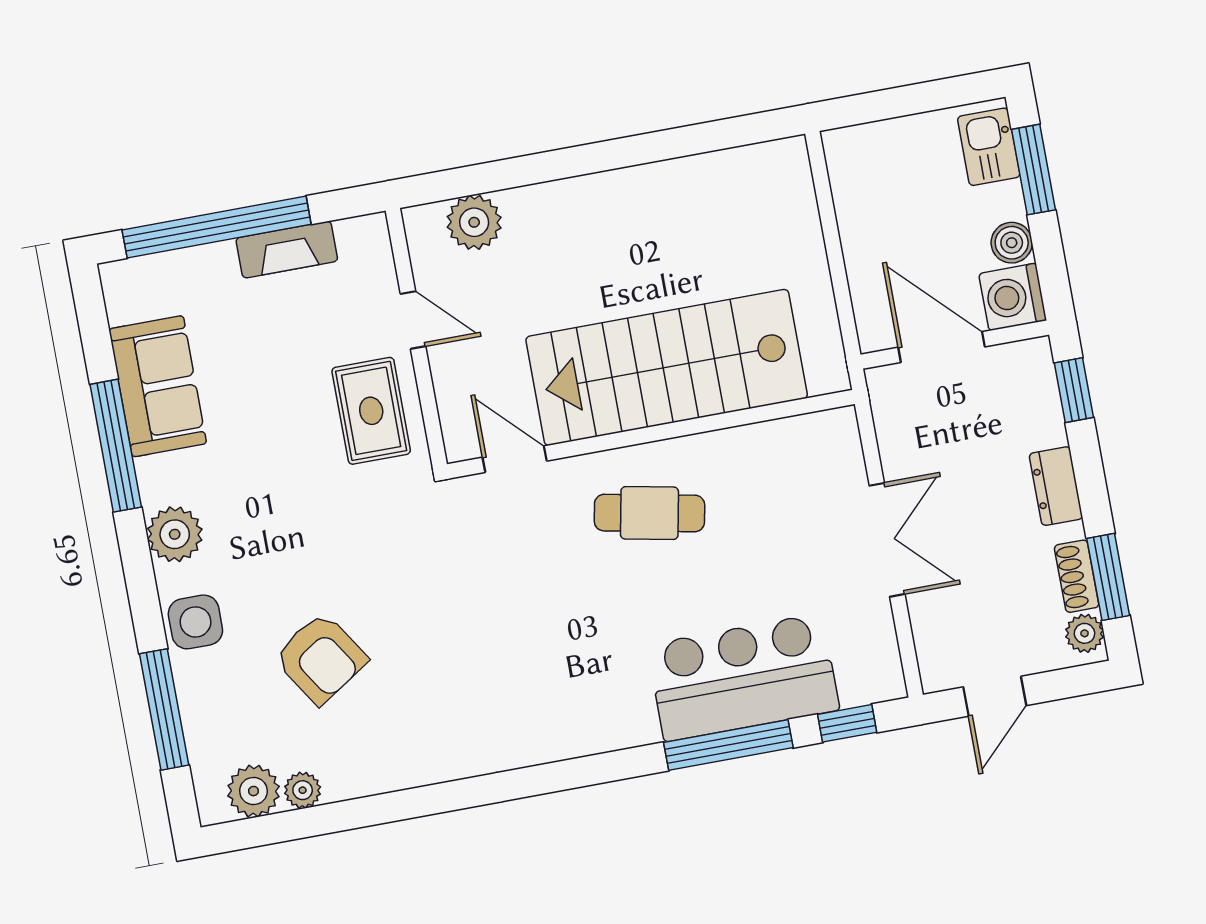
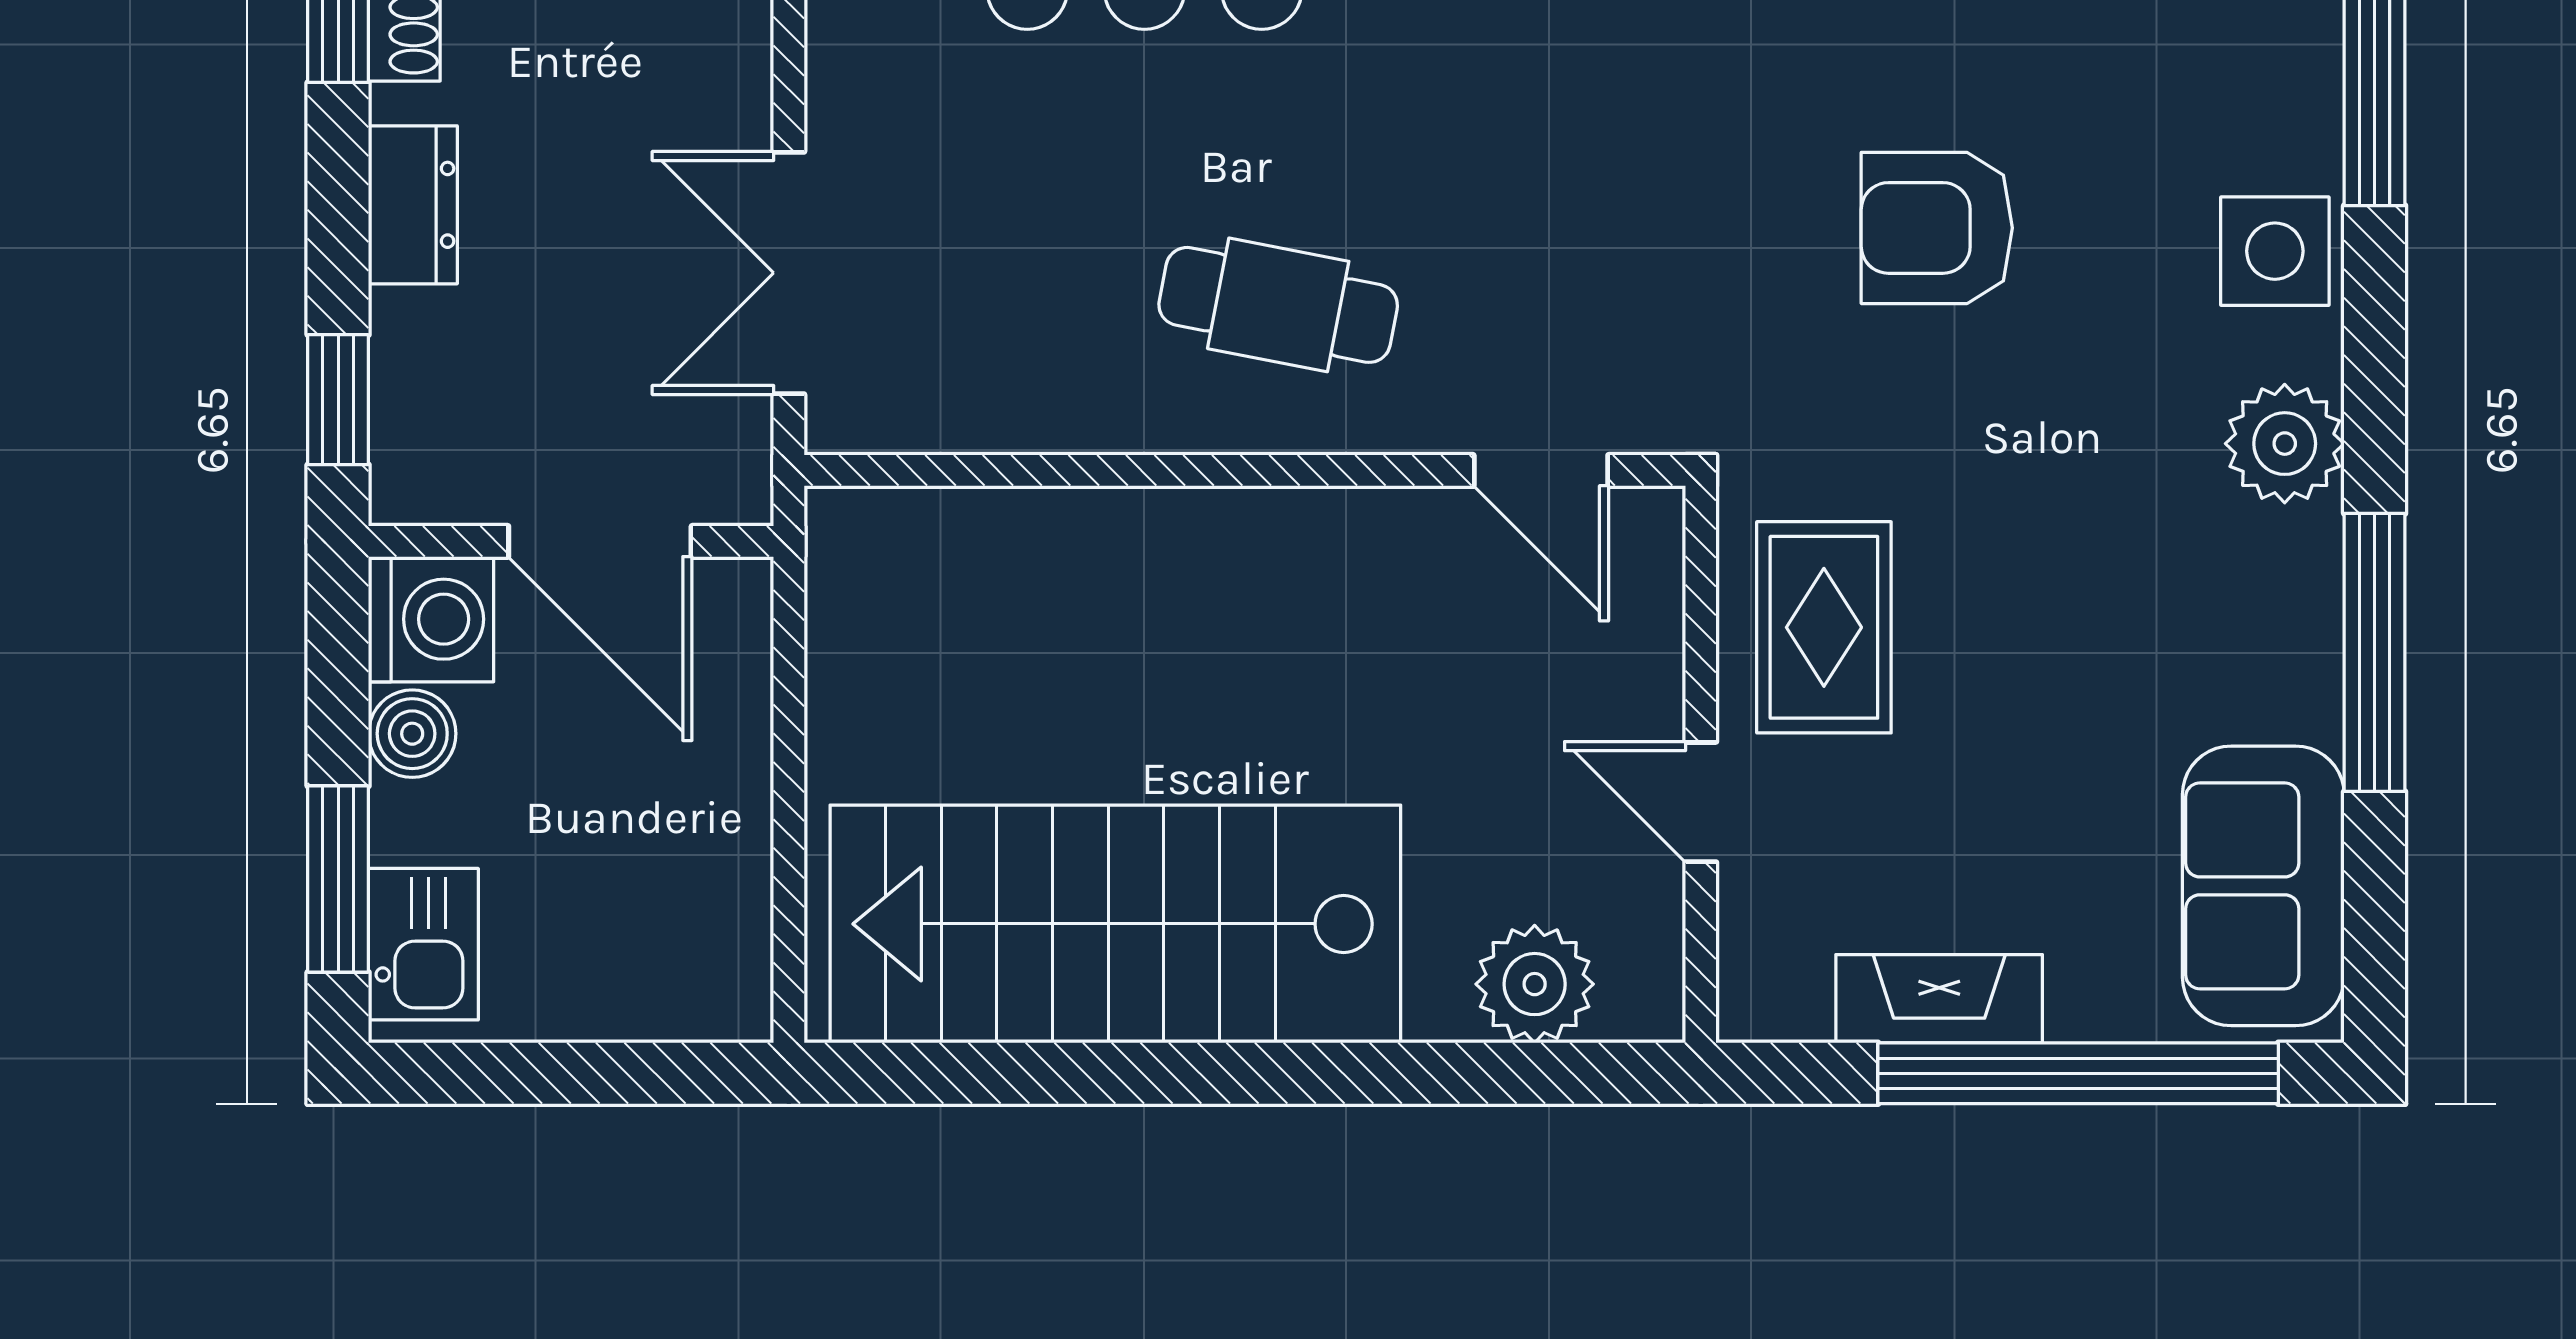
stairs: (667, 367) -> (1115, 924), moved, turned 180
sofa: (158, 386) -> (2263, 886), moved
double door: (887, 540) -> (789, 273), moved
armchair: (321, 658) -> (1937, 228), moved, turned -57

